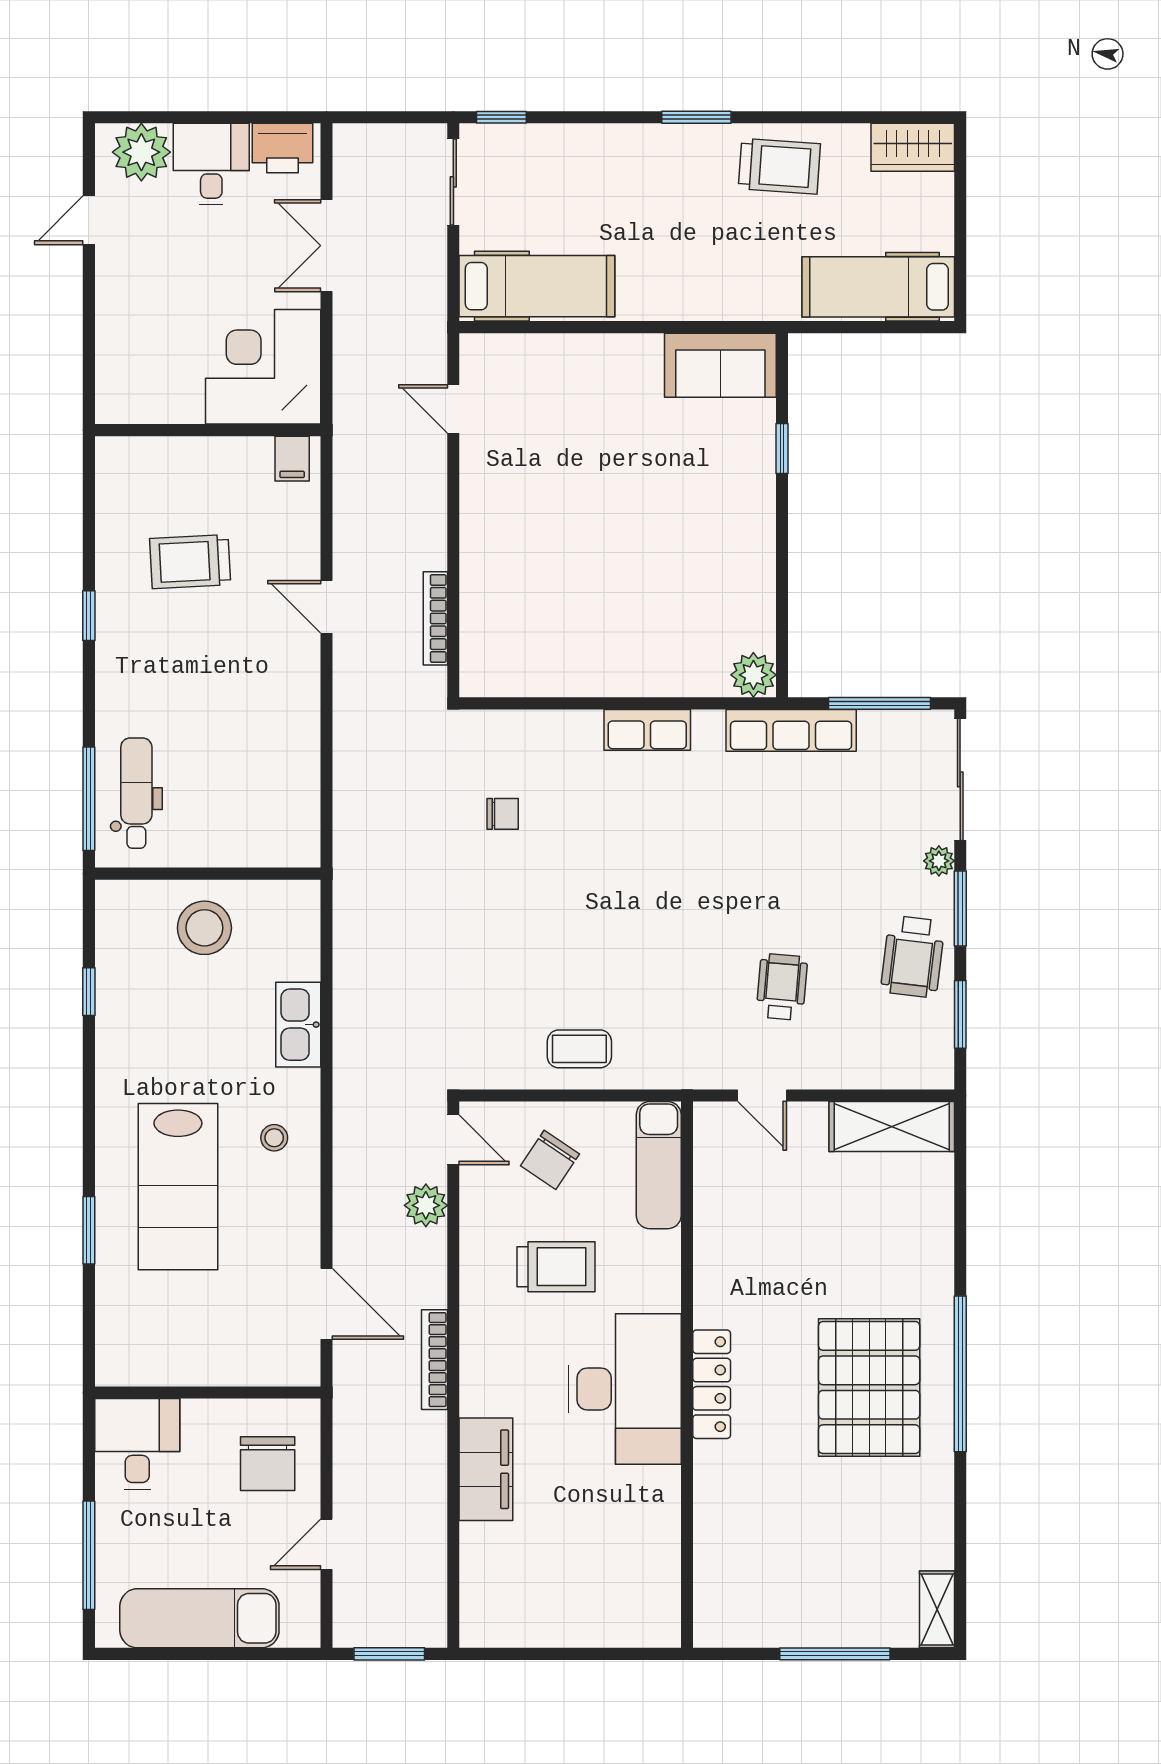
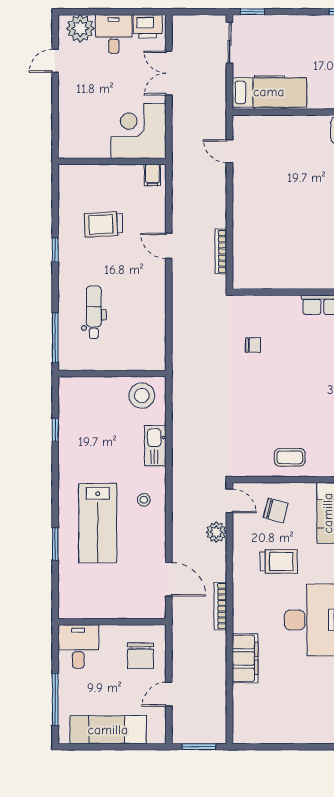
dental chair: (136, 793) -> (94, 312), moved
stool: (204, 928) -> (142, 396), moved
chair: (550, 1160) -> (276, 510), turned -109

